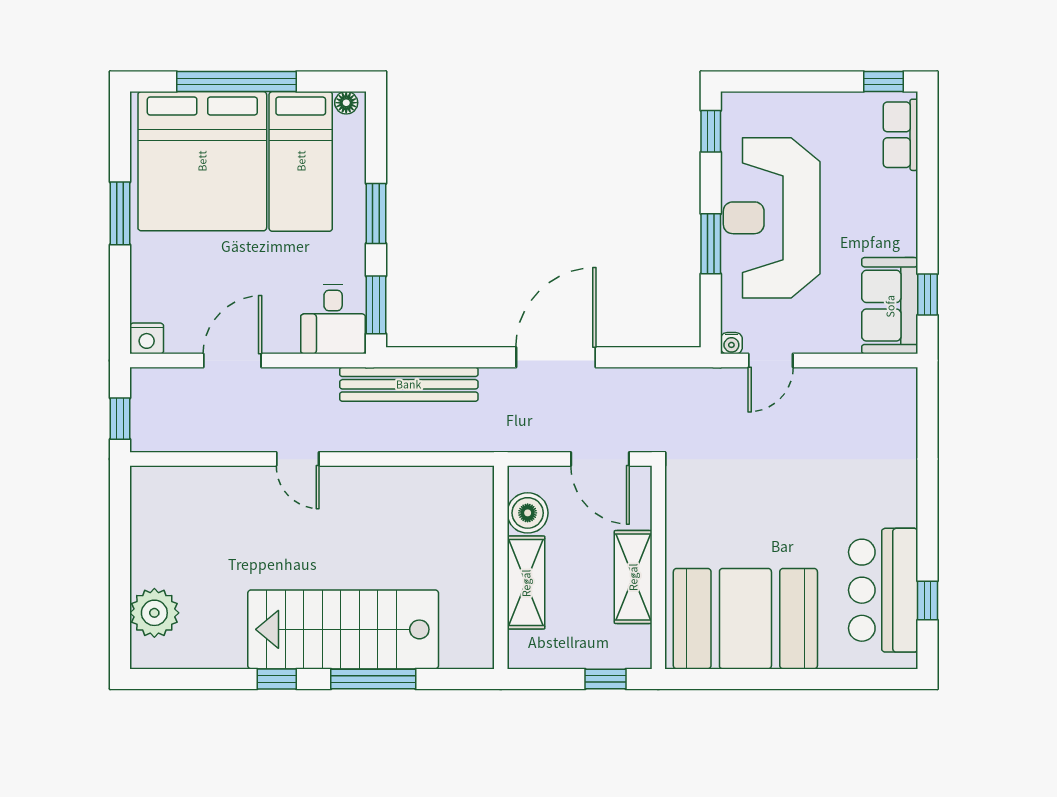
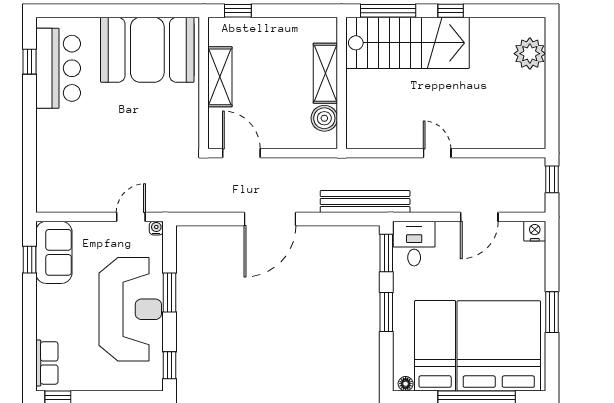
boiler: (528, 513) -> (324, 118), moved
wall: (501, 567) -> (342, 83), moved
shelving: (526, 583) -> (325, 73), moved

